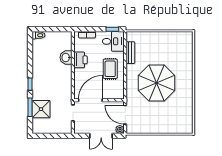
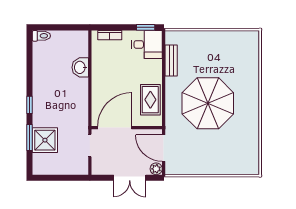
printer: (80, 60) -> (101, 71), removed
rug: (110, 69) -> (150, 100), moved

